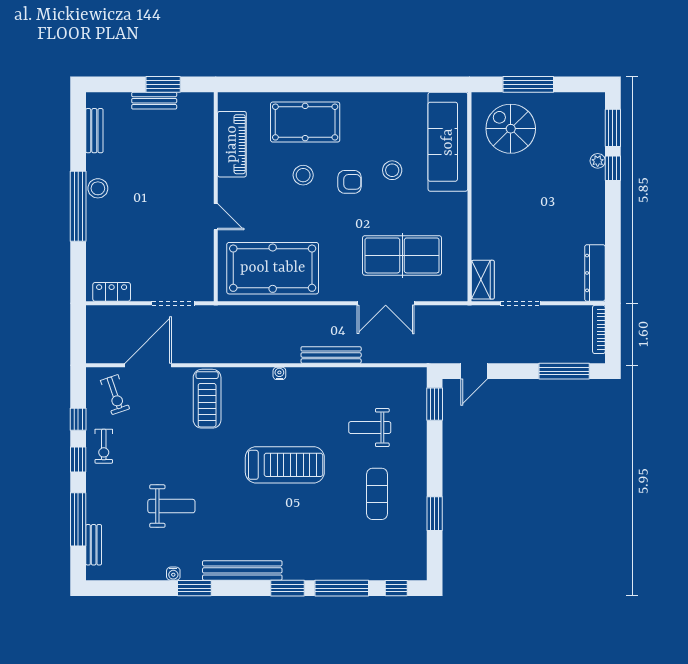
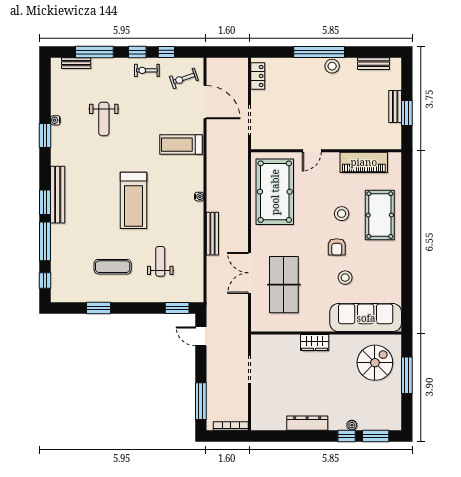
dresser: (595, 273) -> (307, 423), moved
wardrobe: (483, 280) -> (315, 343), moved
bench: (242, 570) -> (58, 195), moved

